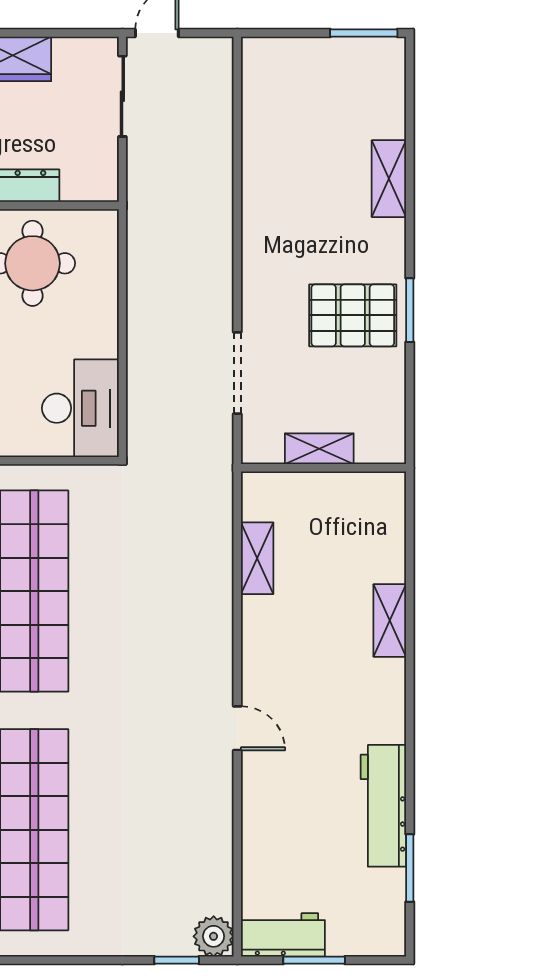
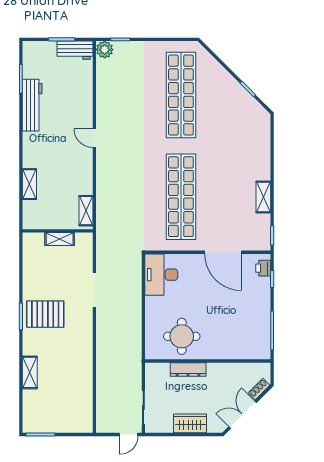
shelving: (319, 449) -> (60, 239), moved
wall: (324, 468) -> (58, 231), moved

